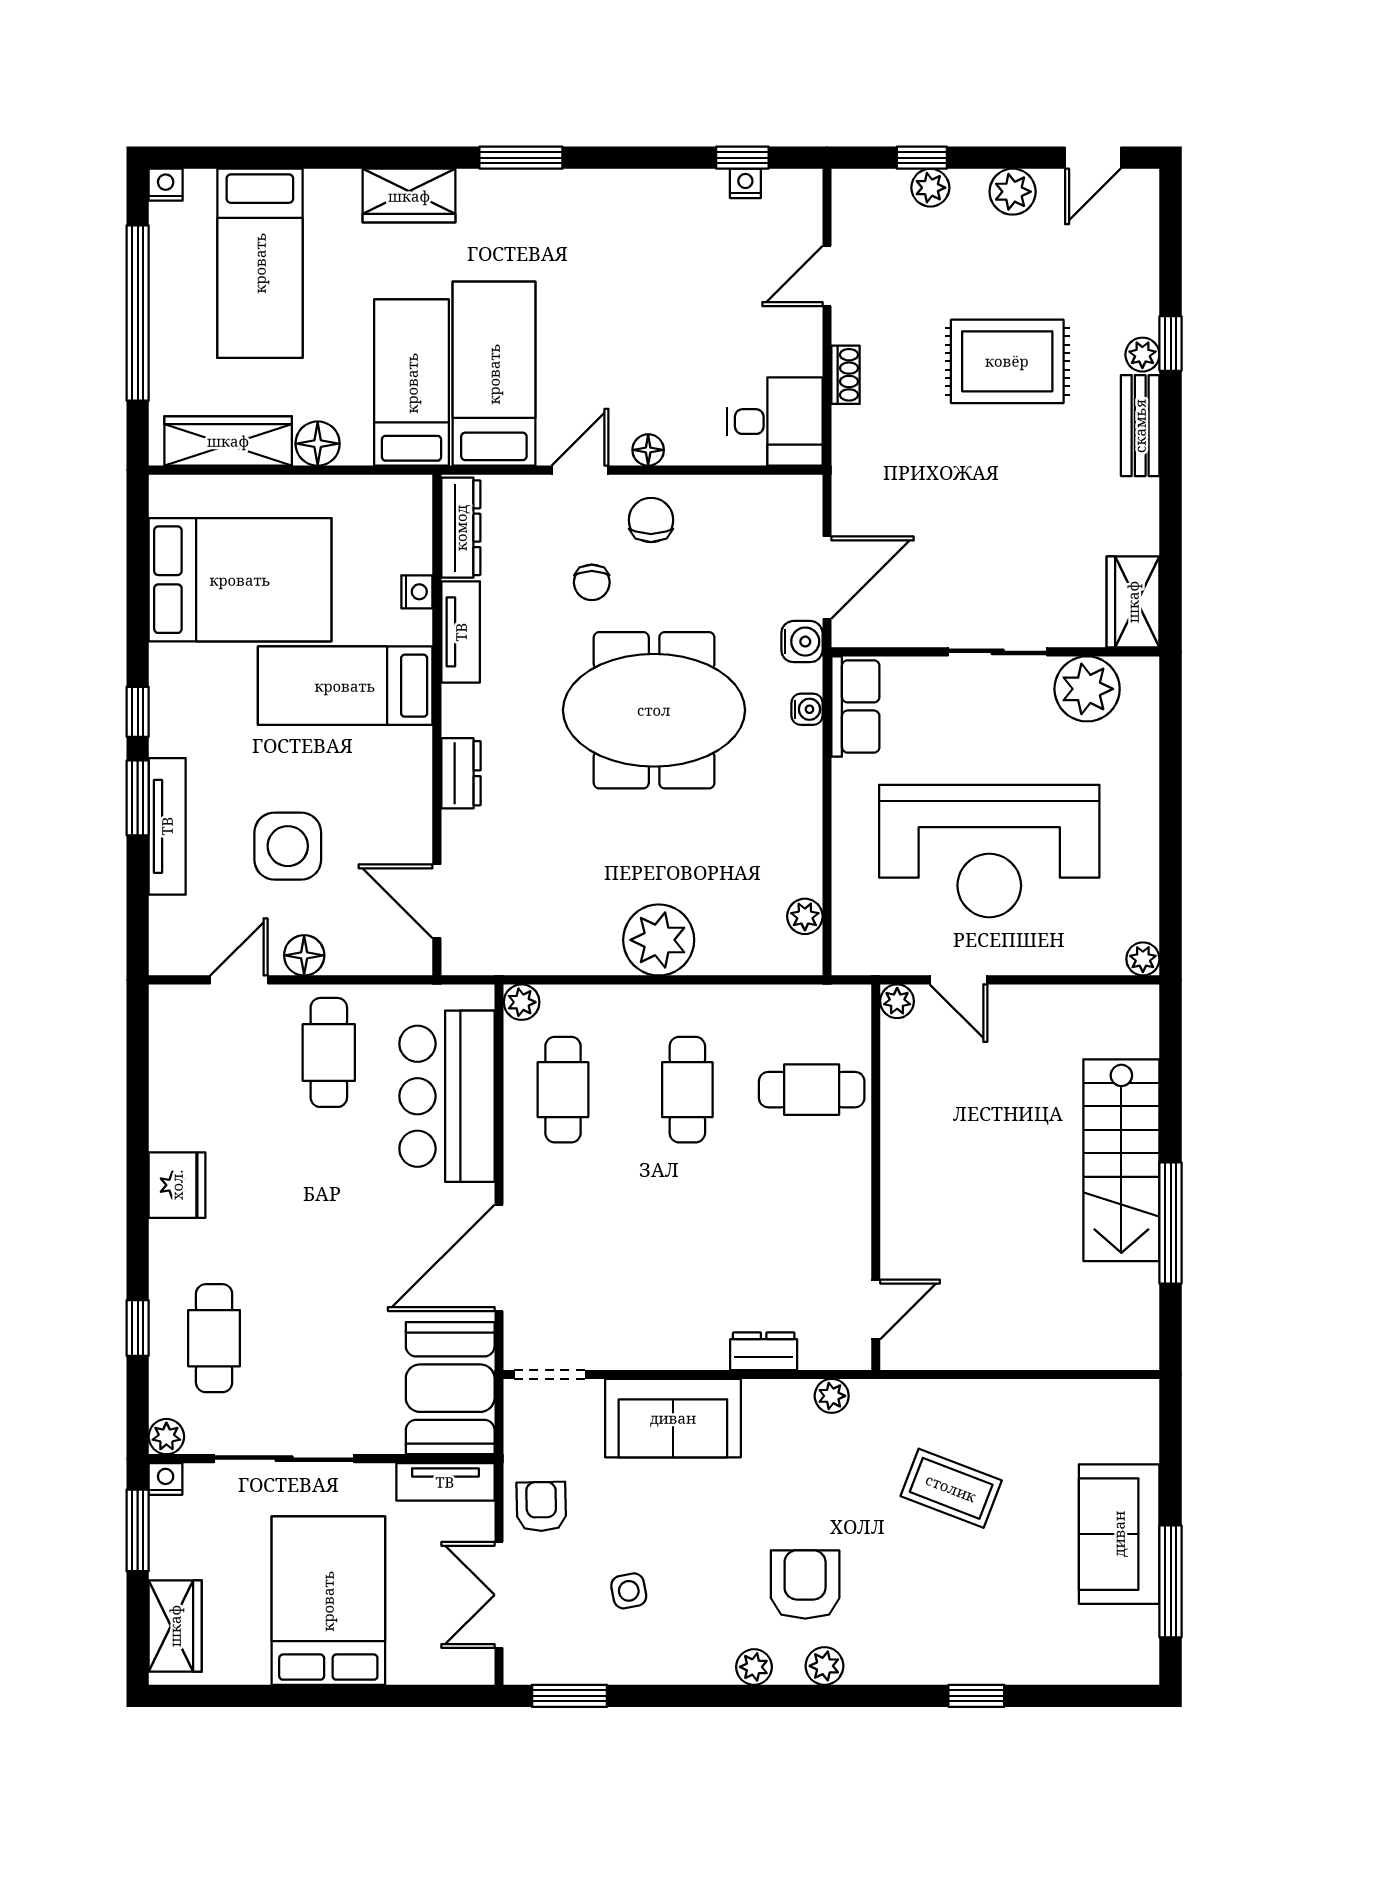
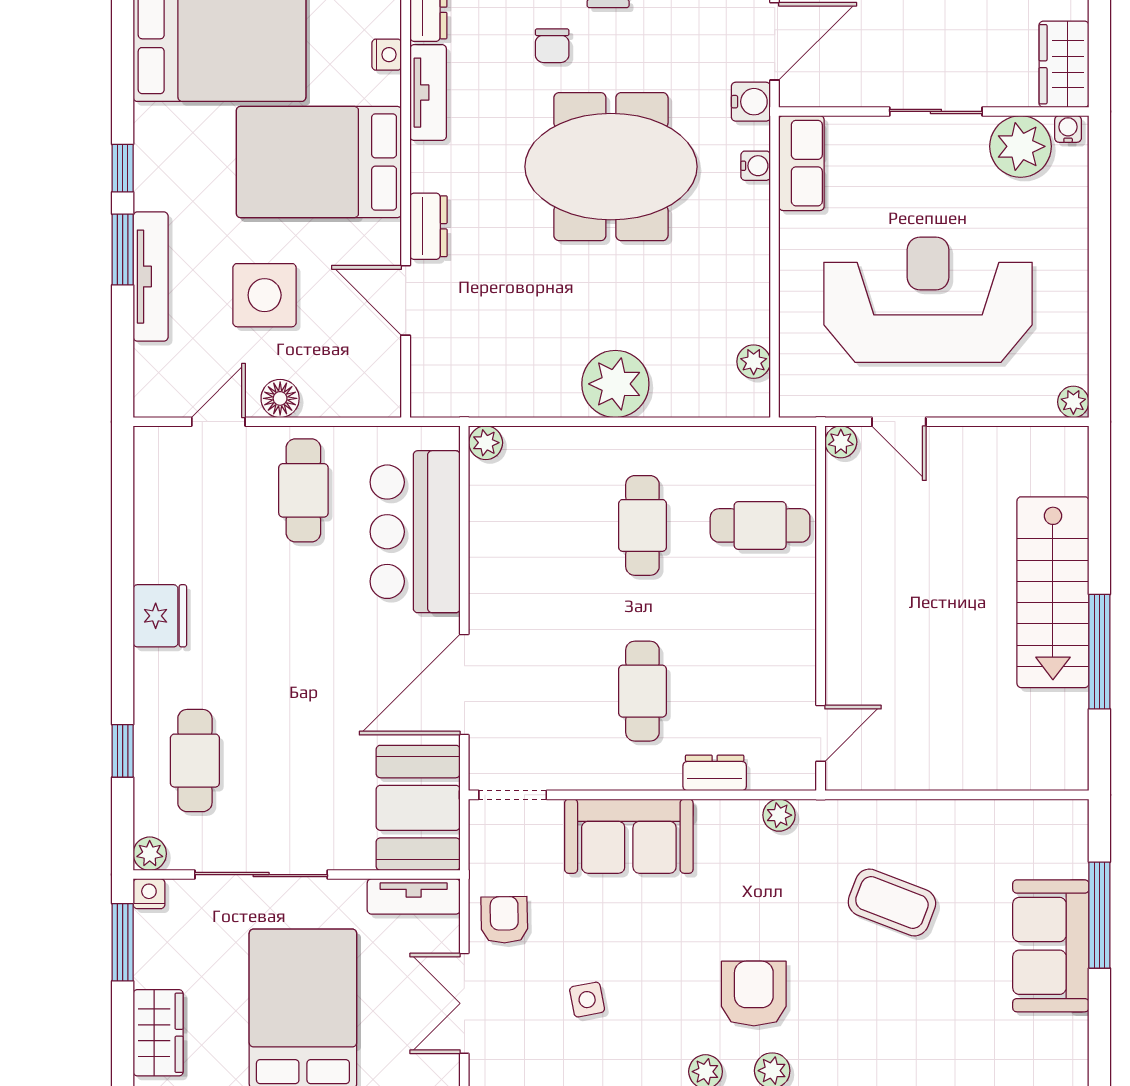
water cooler: (1137, 670) -> (1068, 129), added
bed: (345, 686) -> (319, 162), width x1.50
reception desk: (989, 851) -> (928, 300), turned 180
door: (437, 901) -> (406, 300), moved
cafe table: (563, 1090) -> (642, 691), moved
window: (1171, 1581) -> (1099, 915), moved

